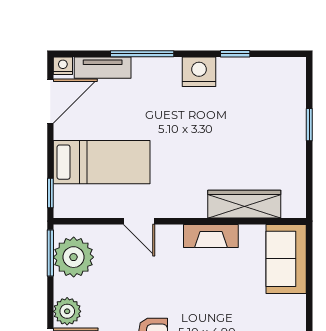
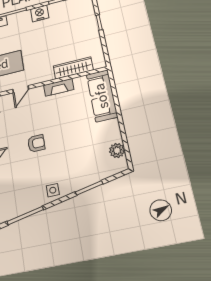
door: (139, 221) -> (21, 89), hinge flipped
sofa: (286, 259) -> (102, 96), width x1.36

